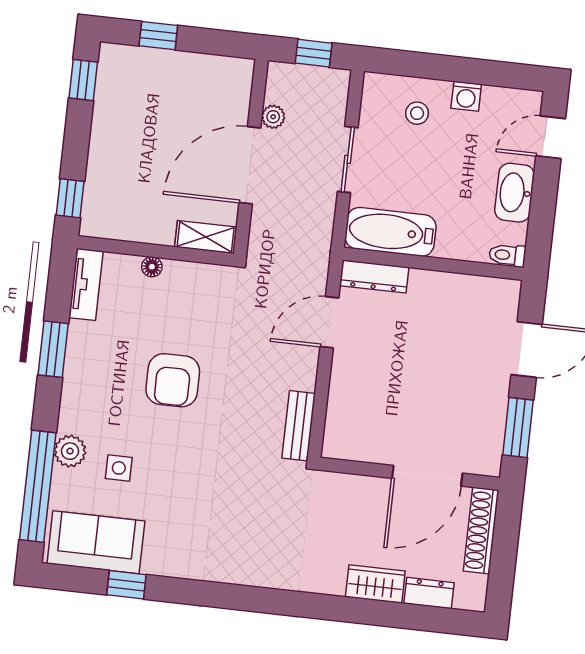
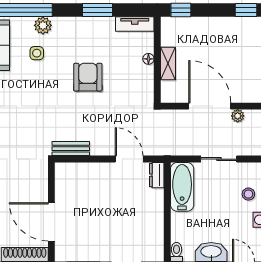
shelving: (206, 237) -> (168, 64), moved
dresser: (374, 277) -> (157, 175), width x0.70
armchair: (173, 380) -> (88, 77), turned 90

